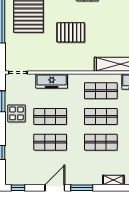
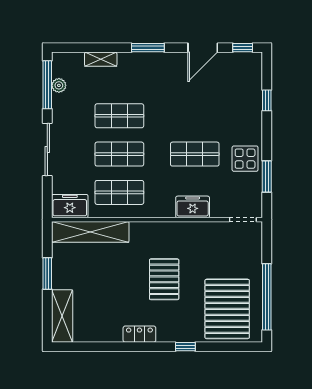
pallet: (71, 32) -> (164, 279), turned 90
freezer: (52, 81) -> (193, 207), width x0.71
shop shelf: (50, 142) -> (195, 116), removed
door: (55, 188) -> (203, 48), moved

